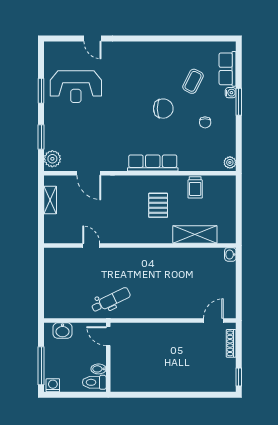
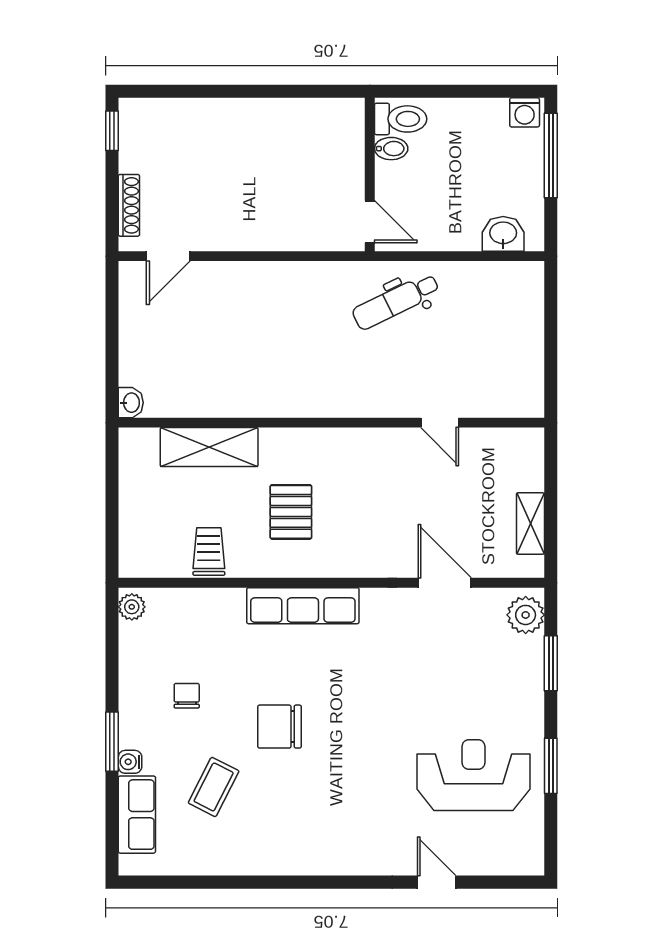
door: (108, 336) -> (370, 222), moved
wall: (108, 357) -> (370, 175), moved
bidet: (99, 369) -> (391, 149), moved
toilet: (94, 382) -> (401, 119), moved

